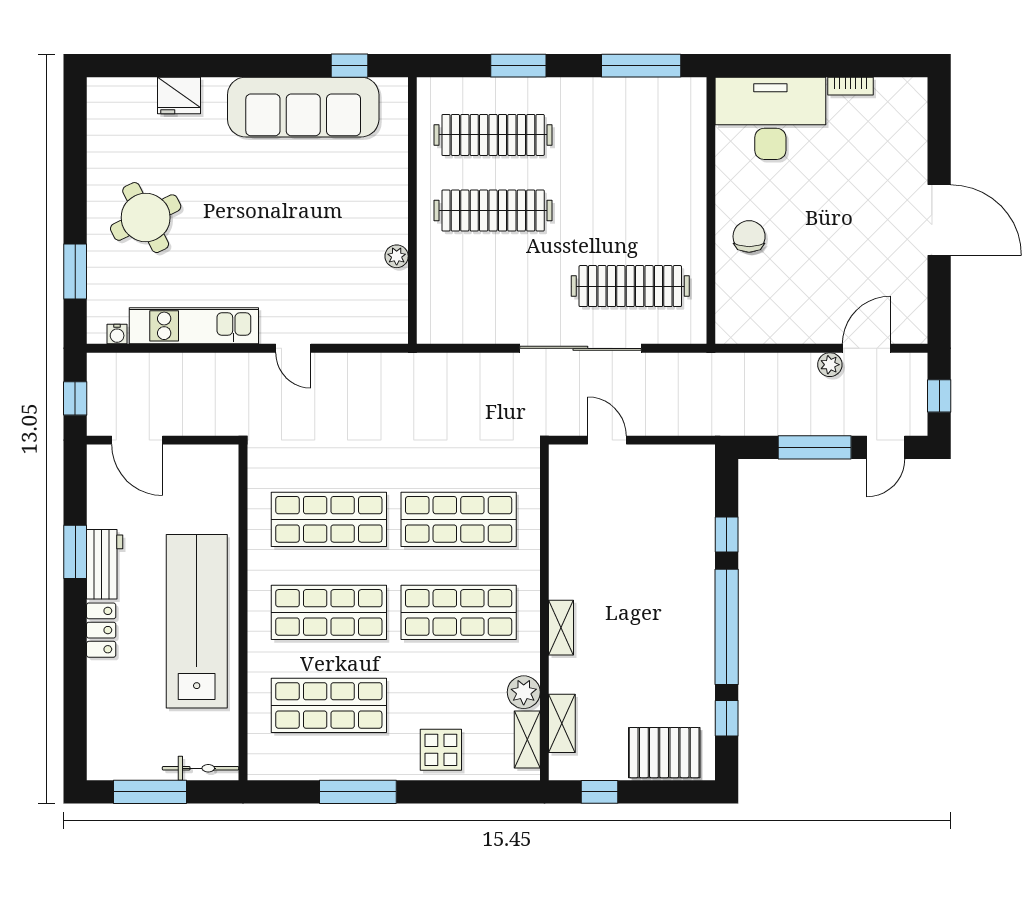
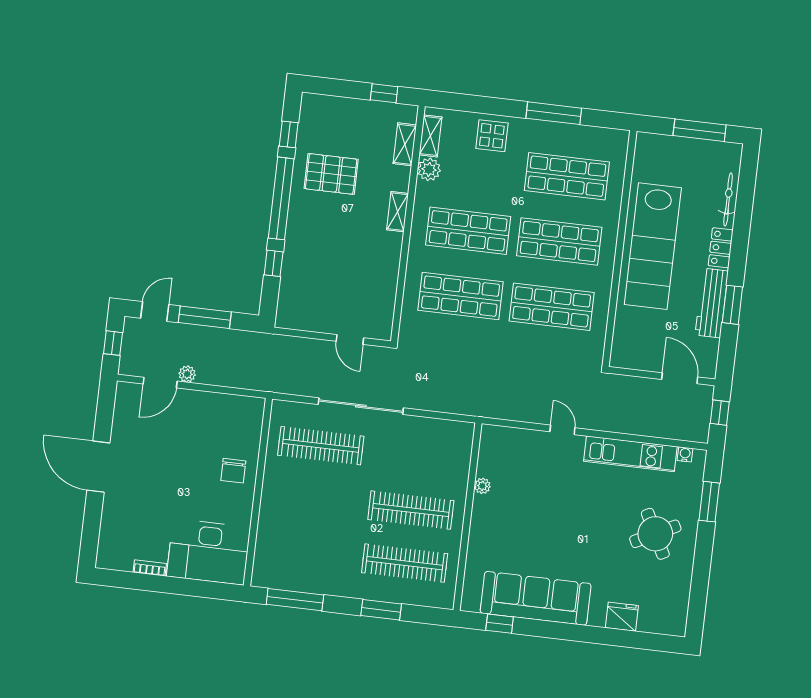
workbench: (105, 564) -> (712, 303), width x1.37
pallet: (664, 753) -> (331, 174), moved
bicycle: (201, 768) -> (728, 199), moved, turned 90

